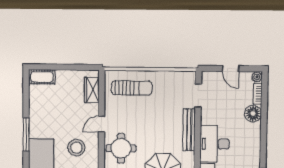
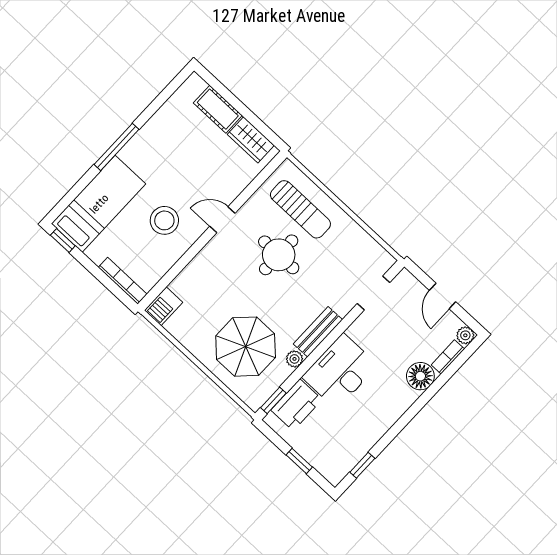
cot: (42, 77) -> (218, 109), moved
wardrobe: (92, 90) -> (251, 140), moved, turned -90
bench: (189, 130) -> (318, 332), width x0.73
round table: (121, 148) -> (279, 255), moved
plant: (189, 157) -> (294, 359), added

